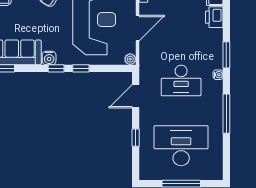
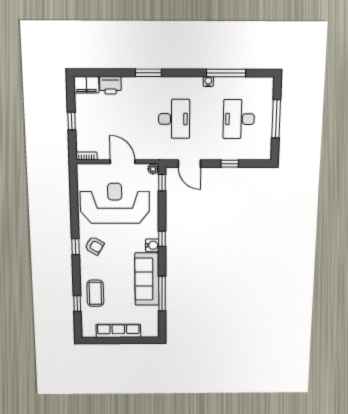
window: (81, 68) -> (162, 183), moved
water cooler: (218, 75) -> (208, 82), moved
window: (226, 114) -> (226, 73), moved
desk: (181, 146) -> (239, 119), width x0.73, depth x0.77

